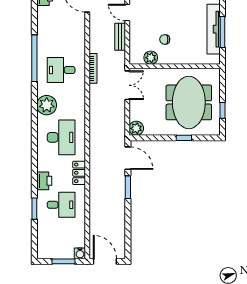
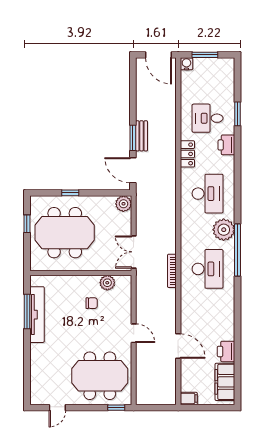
bench: (120, 37) -> (142, 136), moved
window: (34, 58) -> (237, 250), moved
desk: (61, 70) -> (208, 269), width x1.37
meeting table: (189, 102) -> (65, 233), turned 90
desk: (61, 137) -> (208, 194), turned 180

